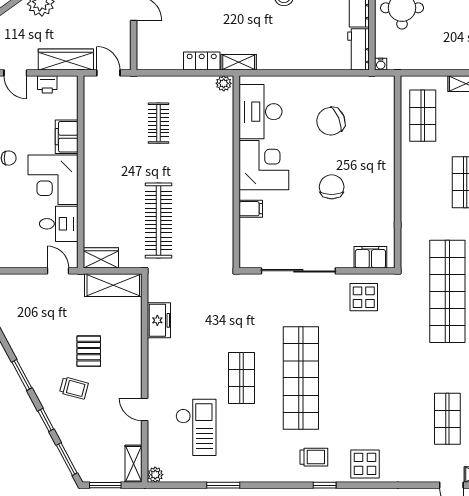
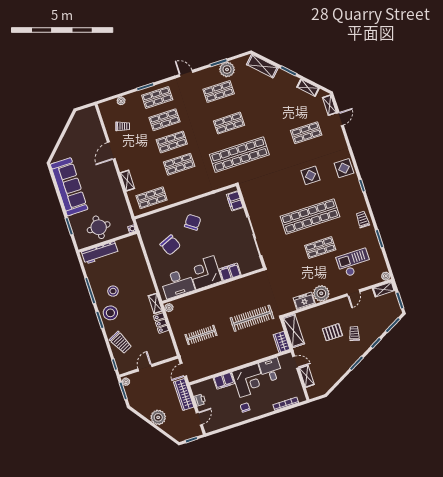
workbench: (359, 49) -> (128, 243), removed
clothes rail: (158, 123) -> (201, 335), width x1.36
chair: (332, 187) -> (193, 222), moved, turned 126
filing cabinet: (251, 209) -> (230, 272), width x2.00
door: (58, 271) -> (296, 362), swing flipped
shelving: (28, 282) -> (307, 376), added
display table: (364, 297) -> (311, 175), moved
plant: (162, 354) -> (321, 293), added
trolley: (314, 457) -> (363, 220), moved

